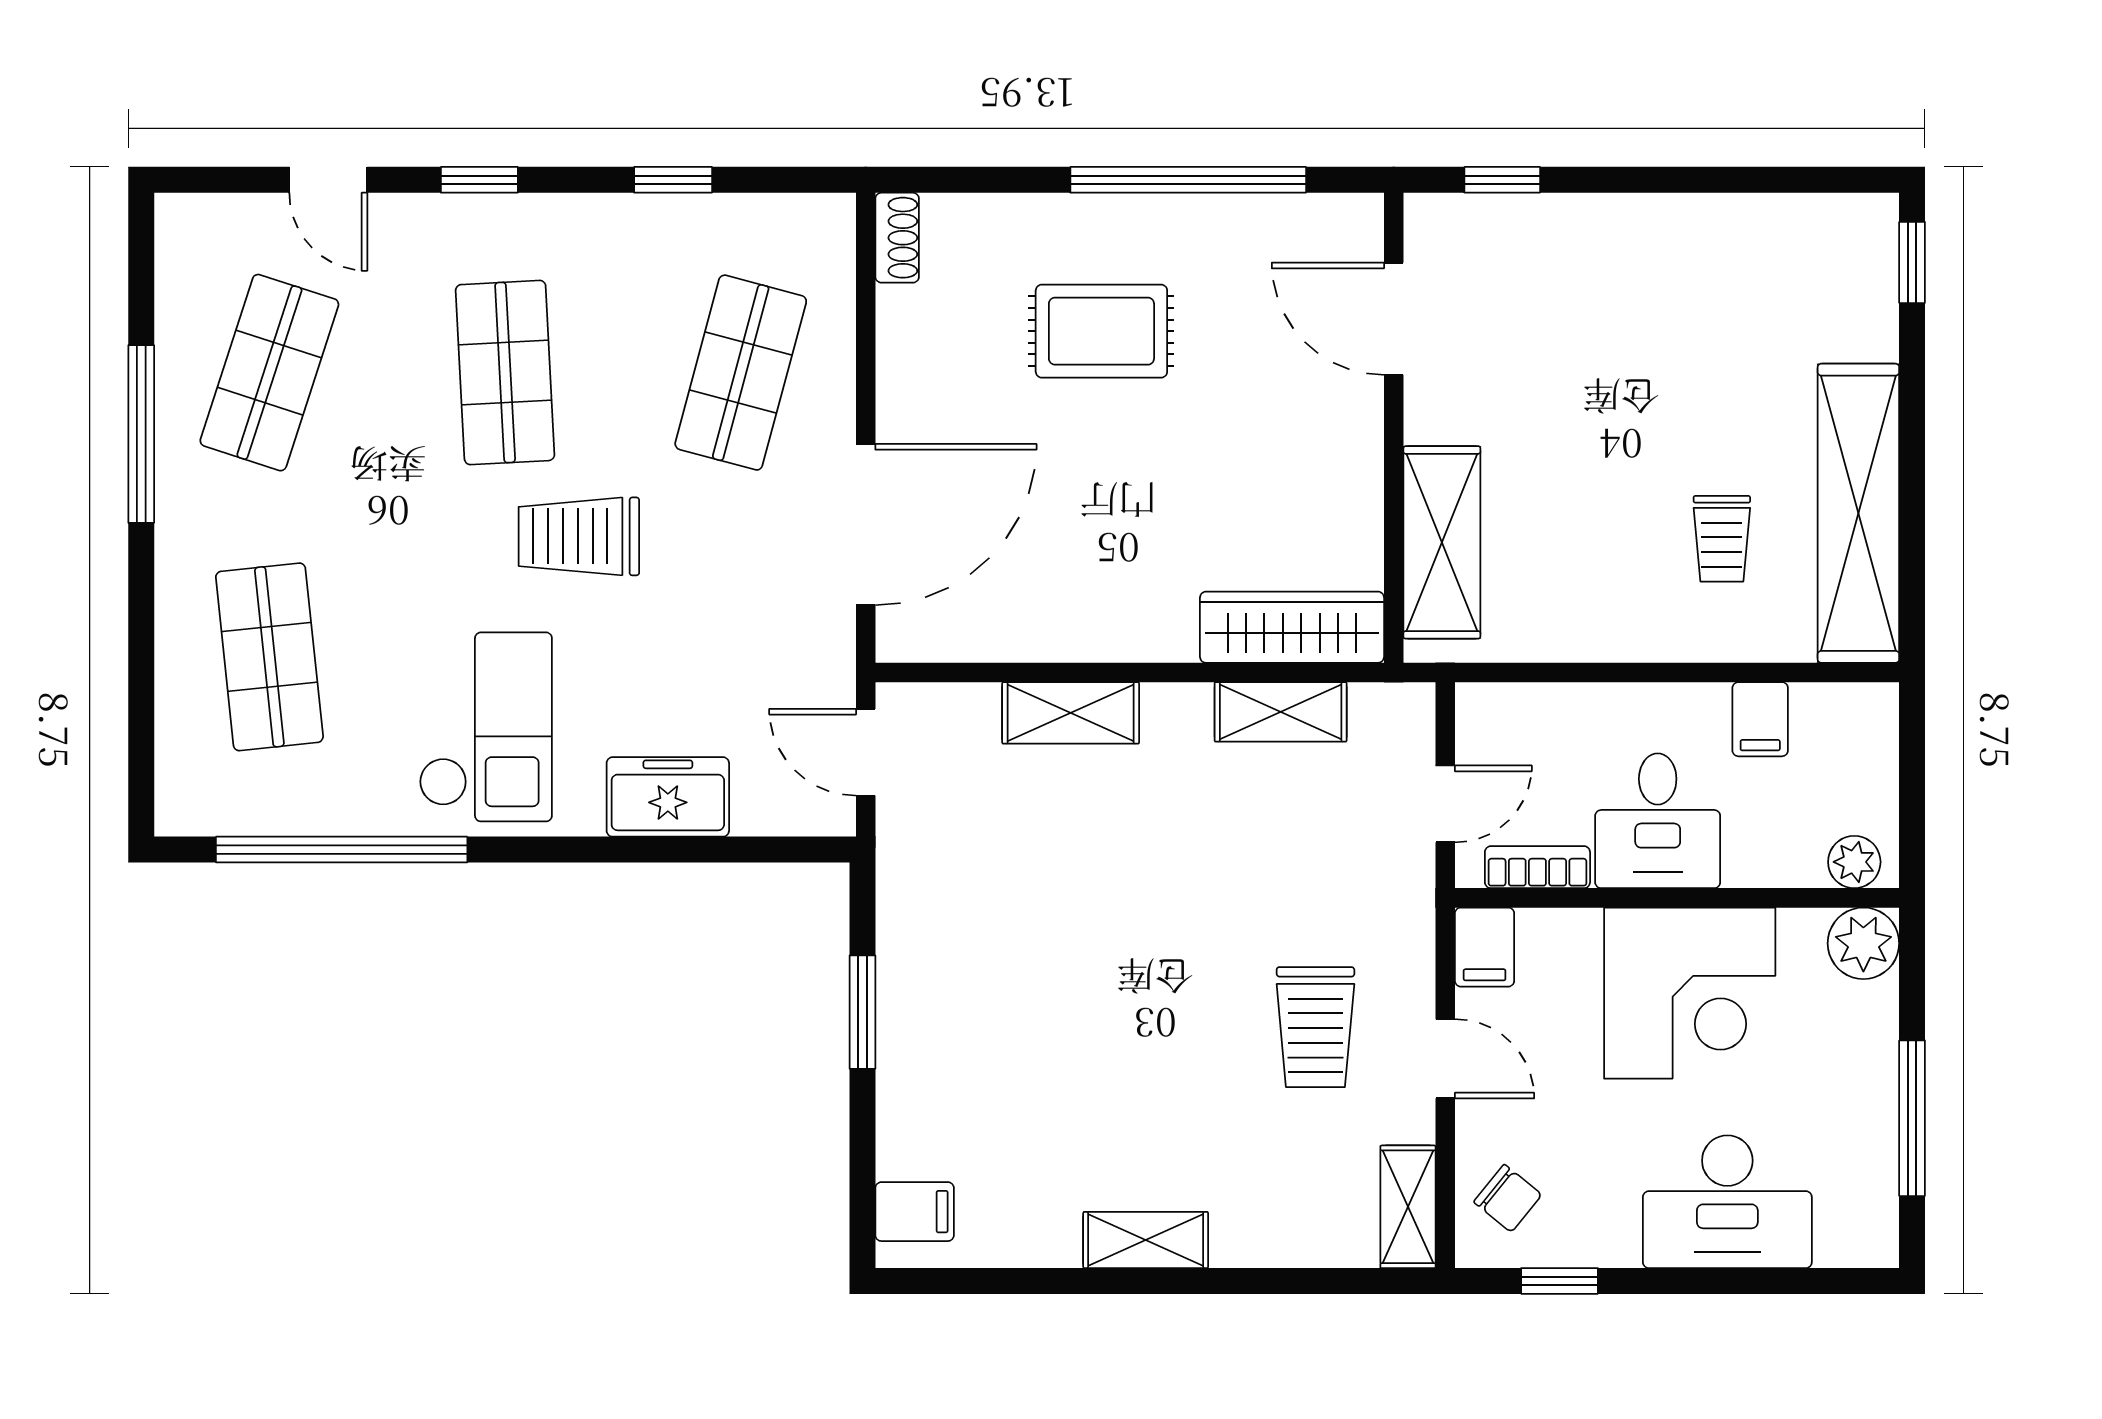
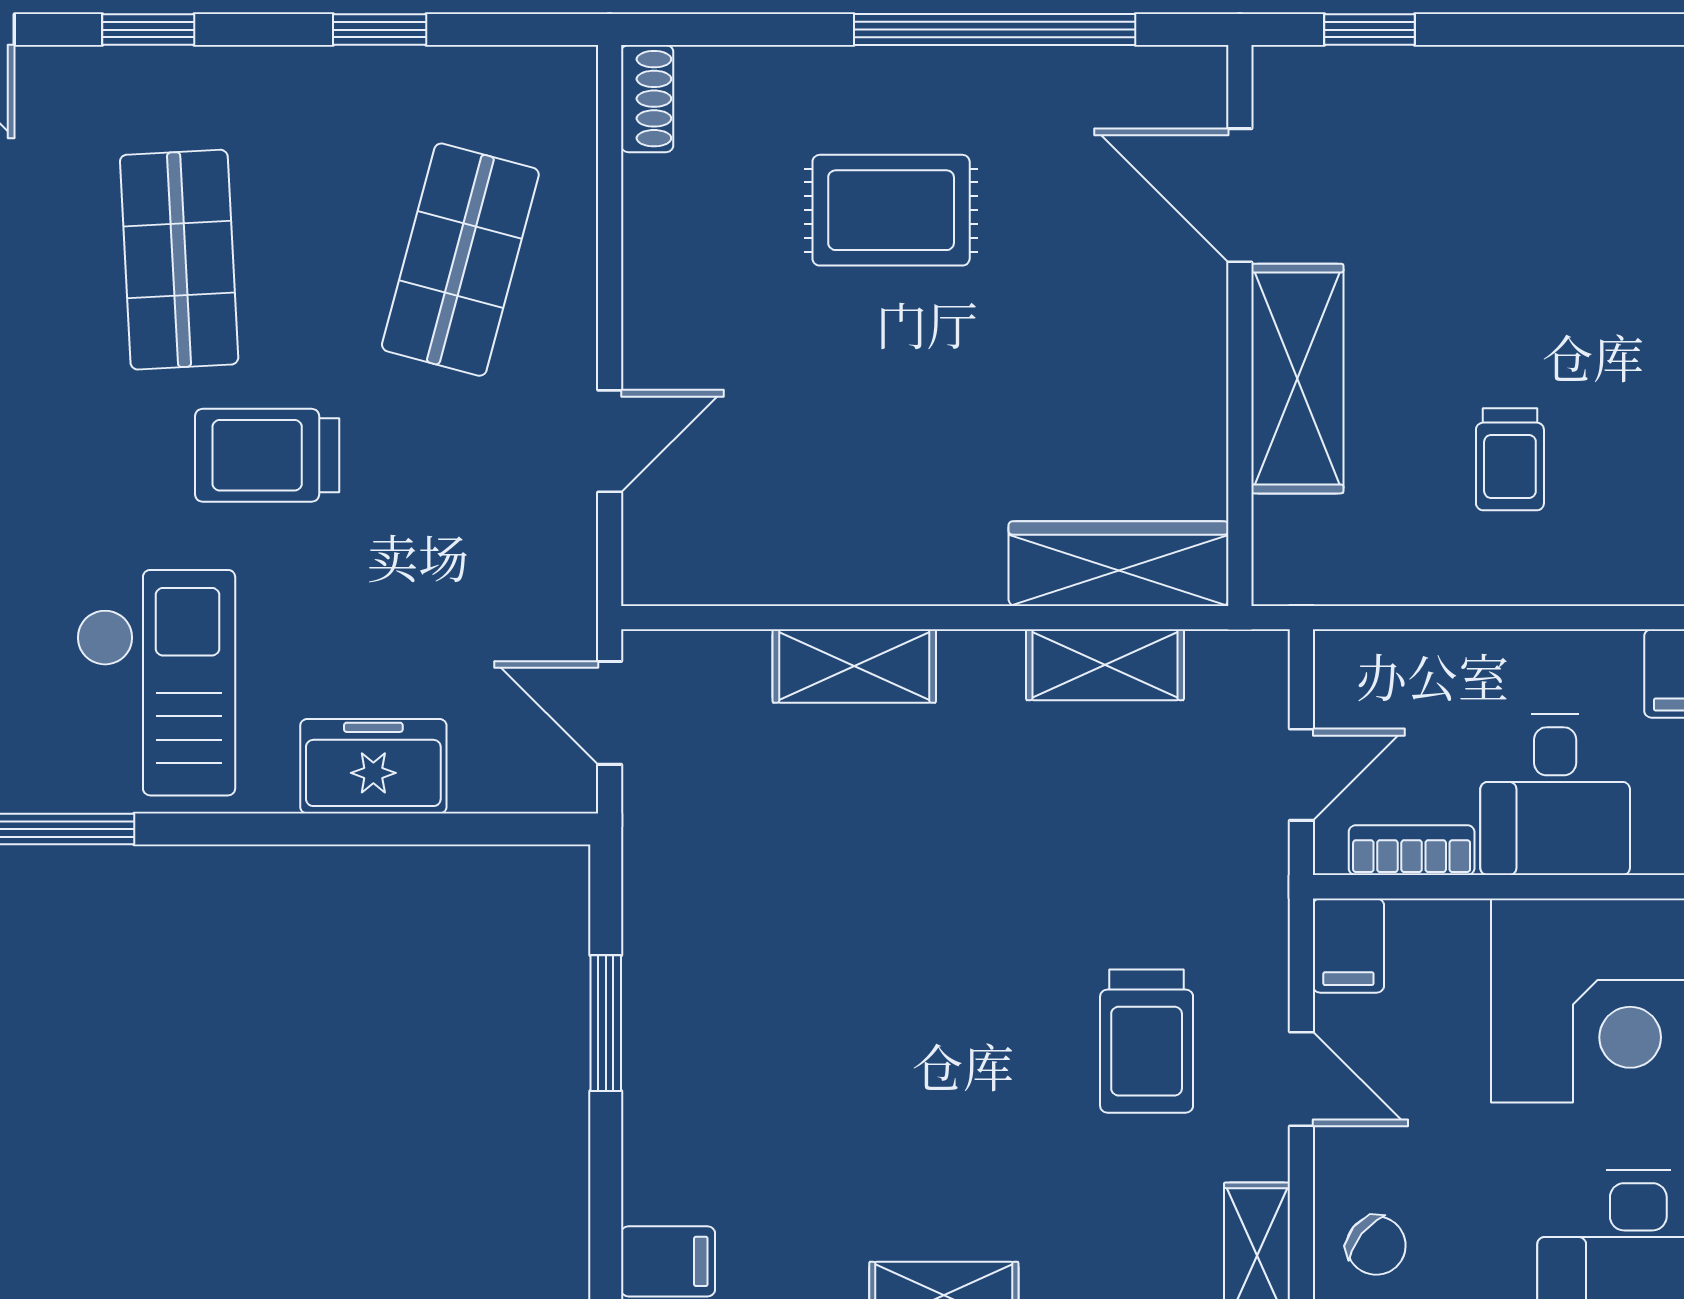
door: (866, 525) -> (610, 441), width x0.53
trolley: (1722, 539) -> (1510, 459), moved
shelving: (1442, 542) -> (1297, 379), moved

